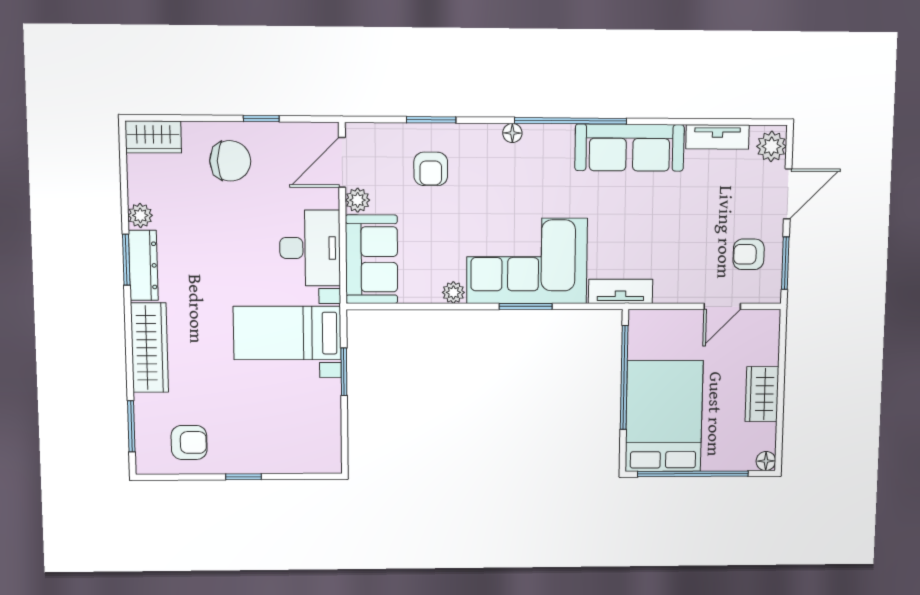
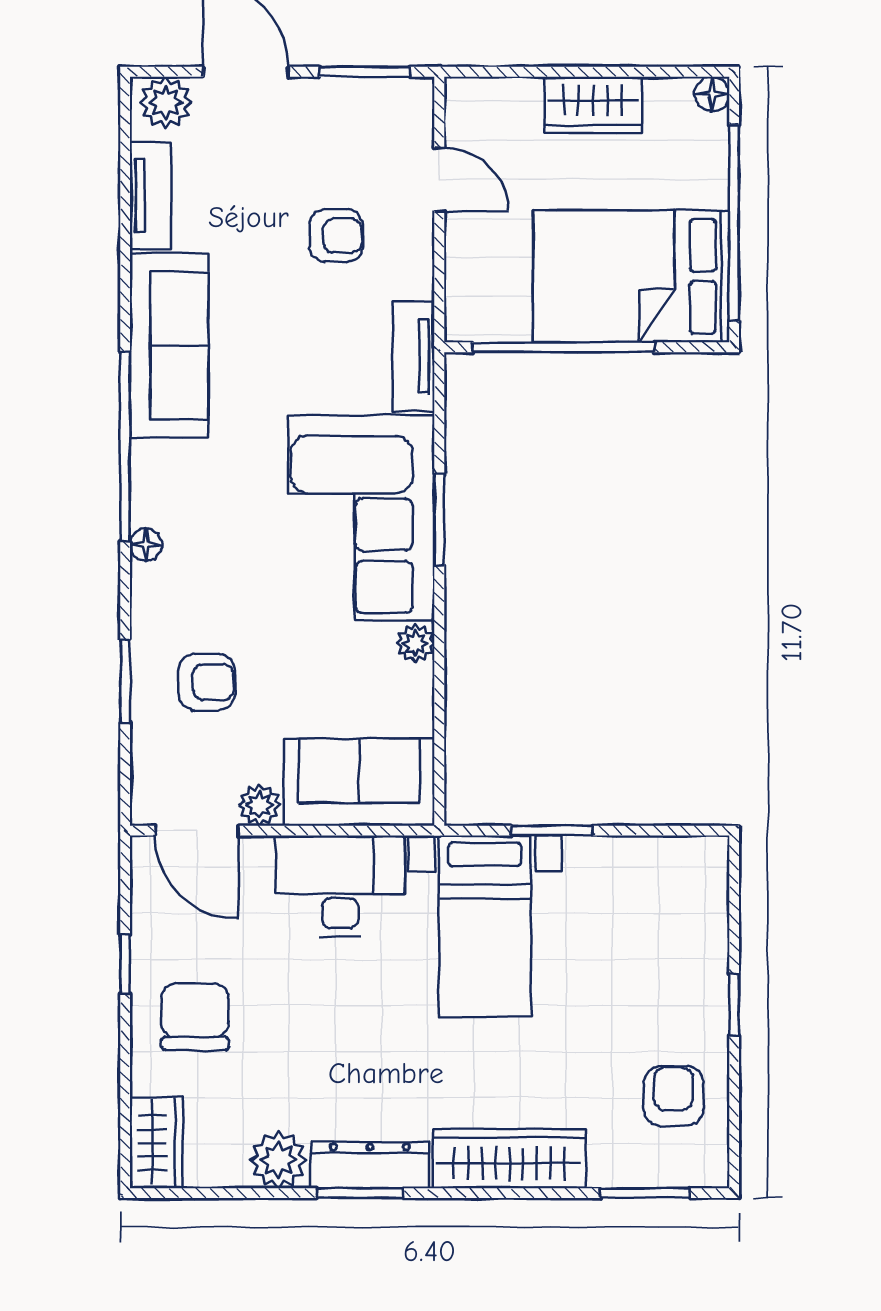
plant: (140, 215) -> (279, 1160), width x1.38, depth x1.38
armchair: (749, 254) -> (336, 236), moved, turned -90

